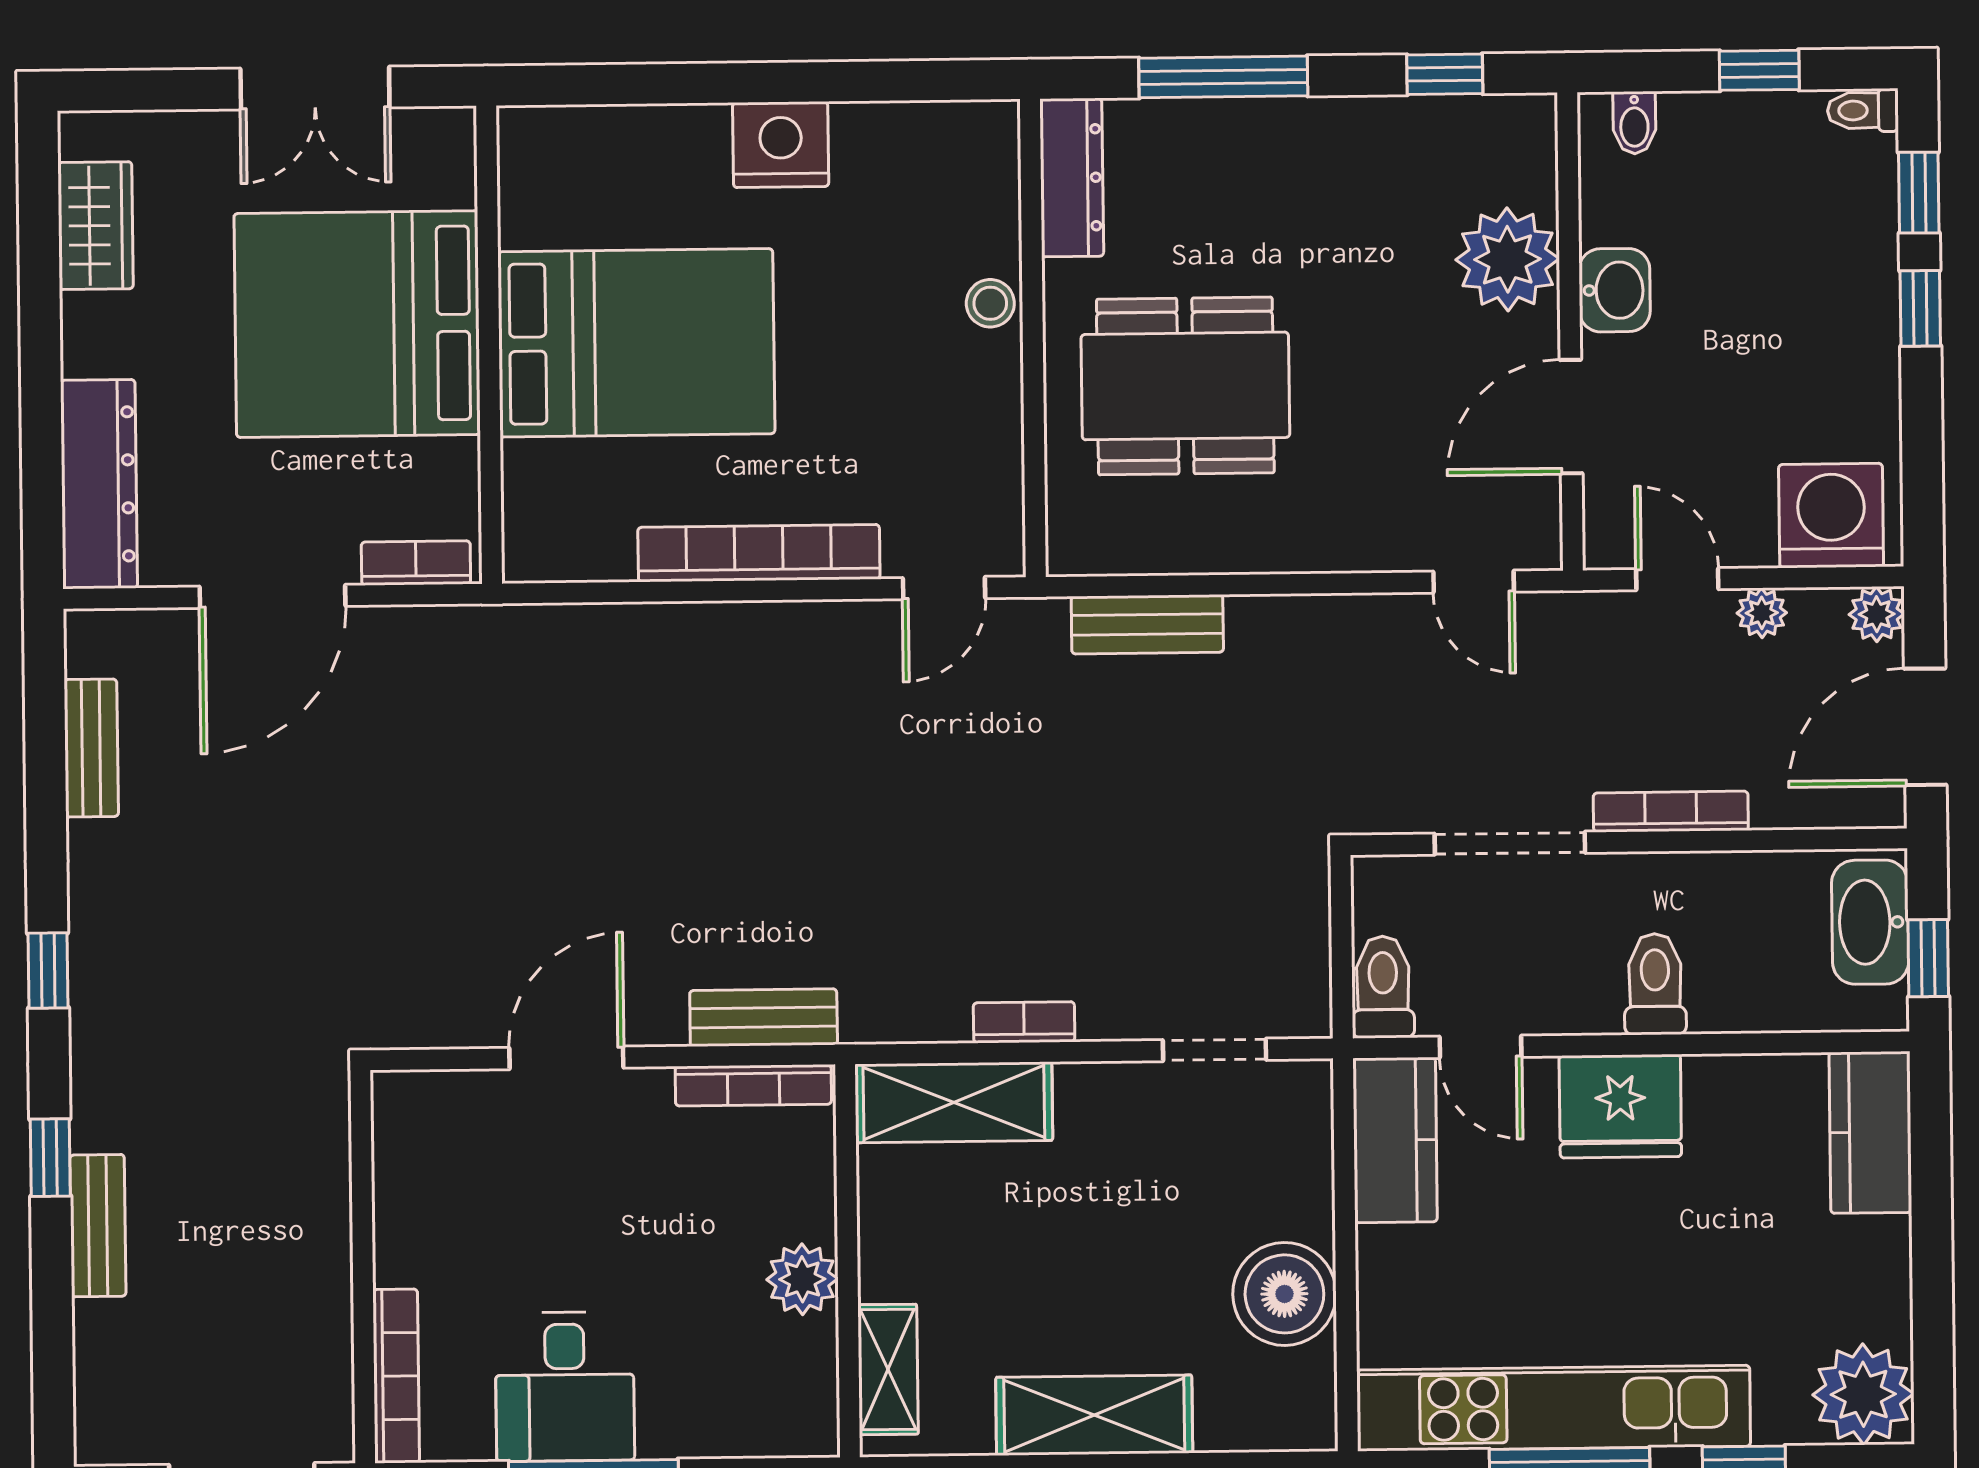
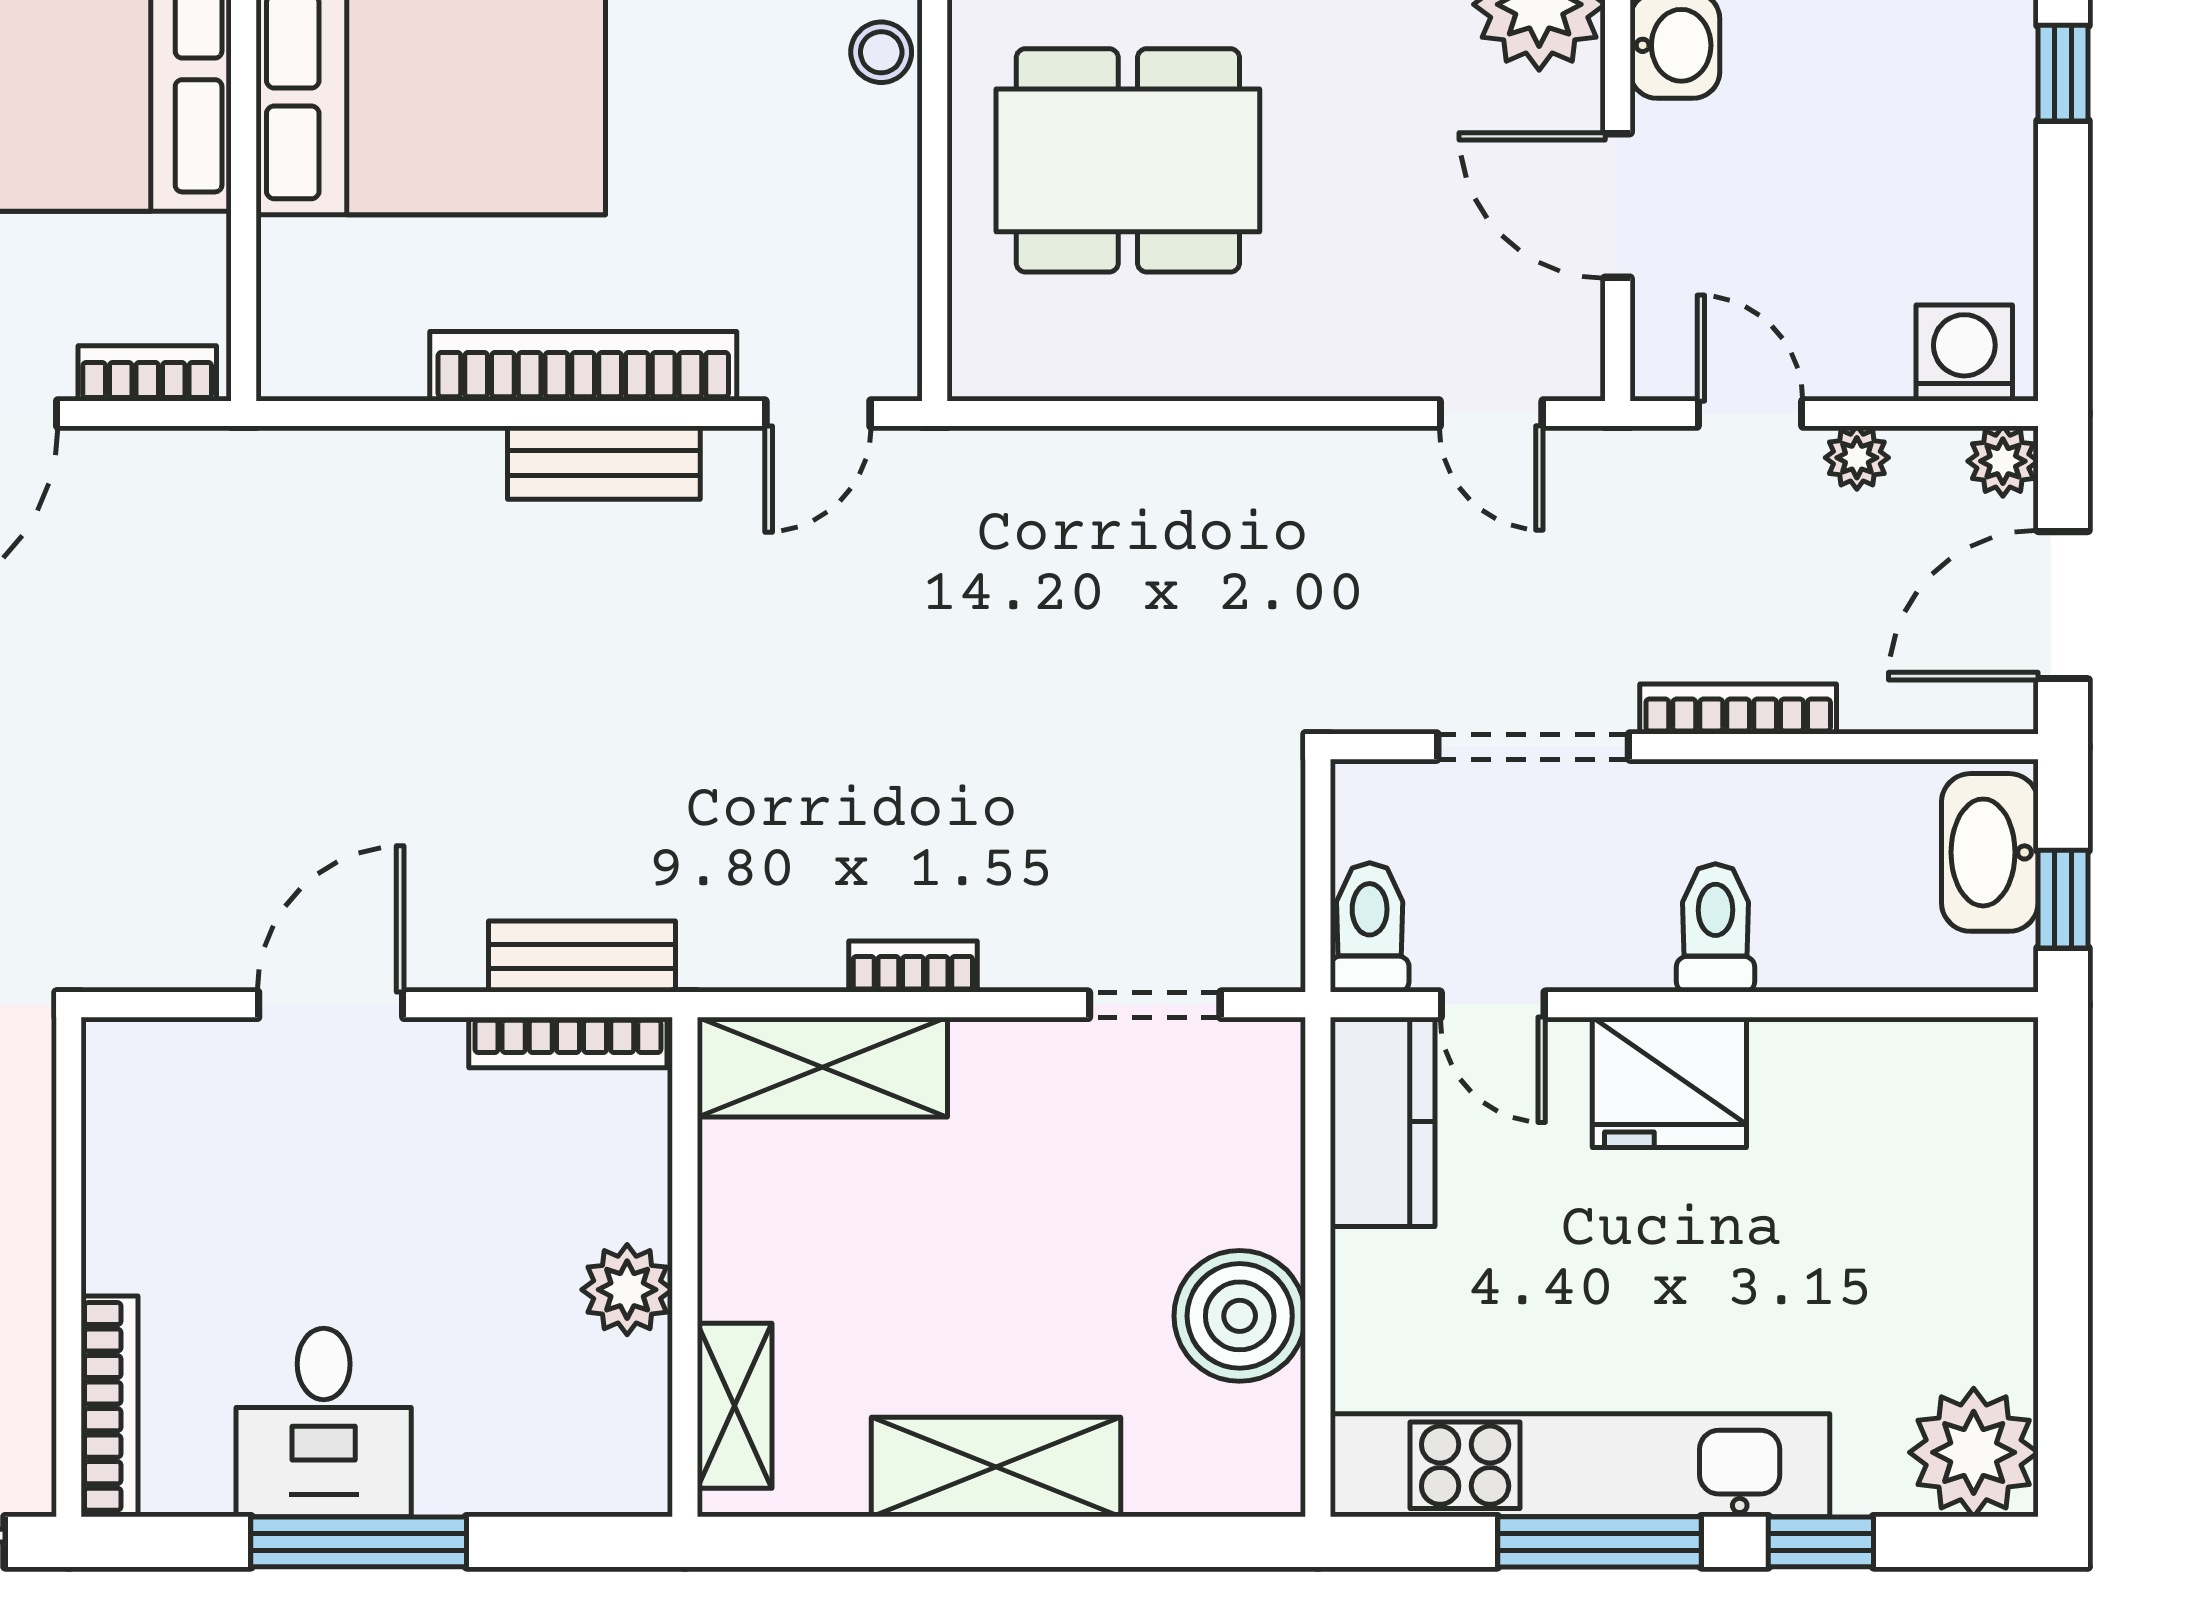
door: (1571, 417) -> (1618, 205), hinge flipped
washing machine: (1831, 516) -> (1964, 353), width x0.73, depth x0.73
bench: (1147, 624) -> (604, 463), moved
kitchen counter: (1870, 1132) -> (1987, 1120), removed

